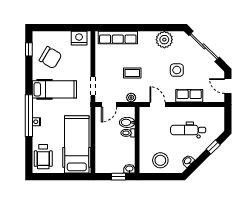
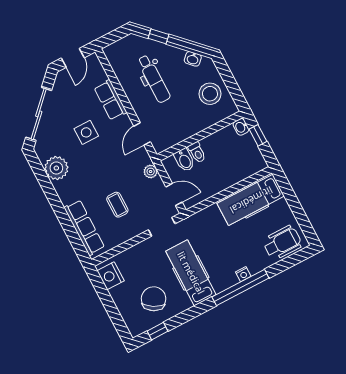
coffee table: (132, 73) -> (117, 205), moved
hospital bed: (77, 144) -> (251, 200), width x0.73, depth x0.78

